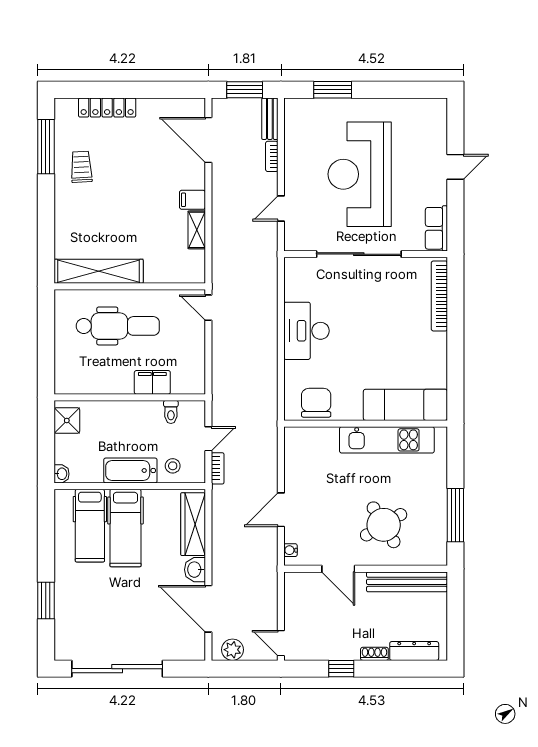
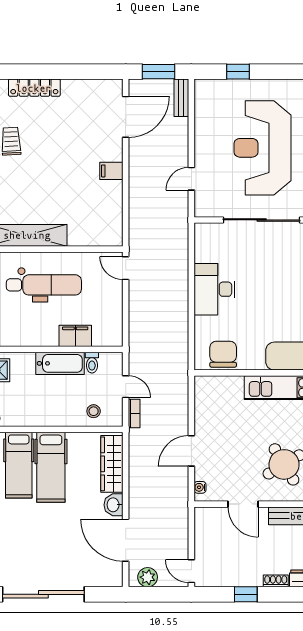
window: (333, 90) -> (238, 72), width x0.67
door: (208, 140) -> (126, 117), swing flipped
bookcase: (272, 156) -> (183, 132), removed
shelving: (197, 230) -> (115, 198), removed
door: (208, 439) -> (126, 387), hinge flipped
bathtub: (130, 471) -> (60, 363), moved, turned 180

